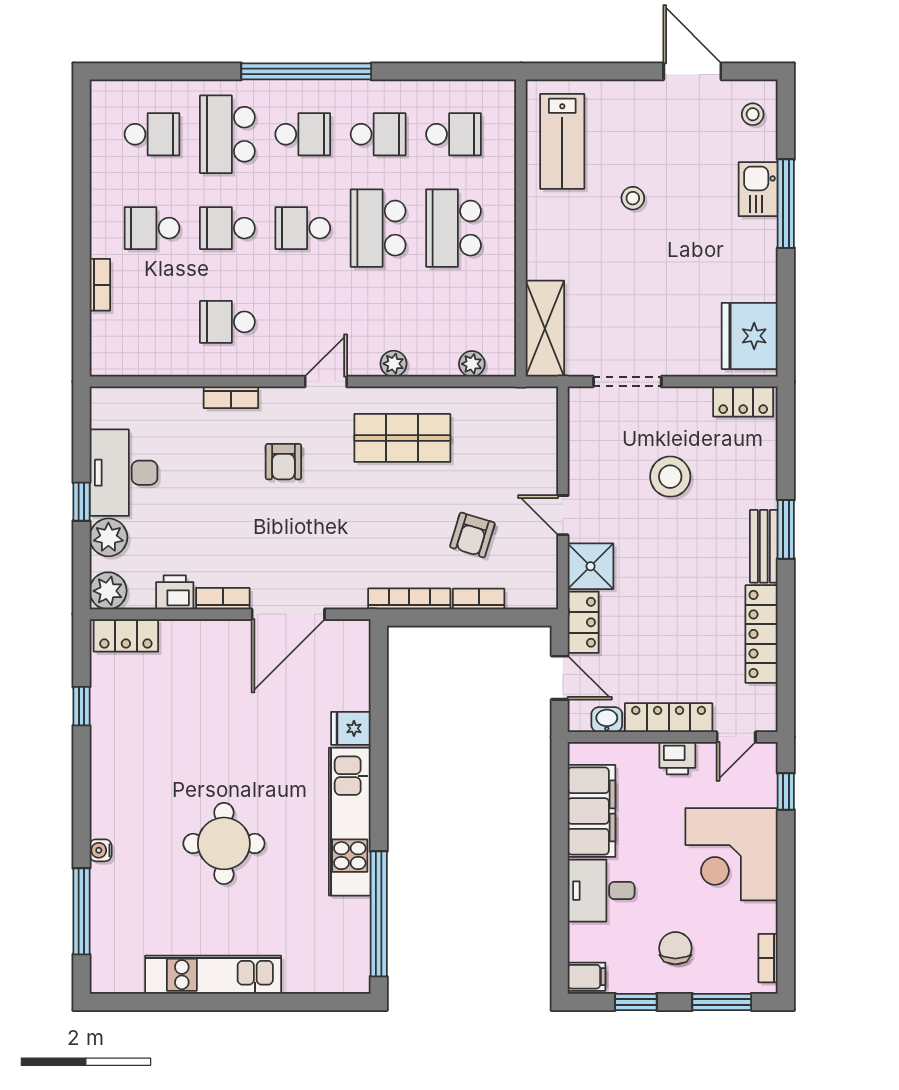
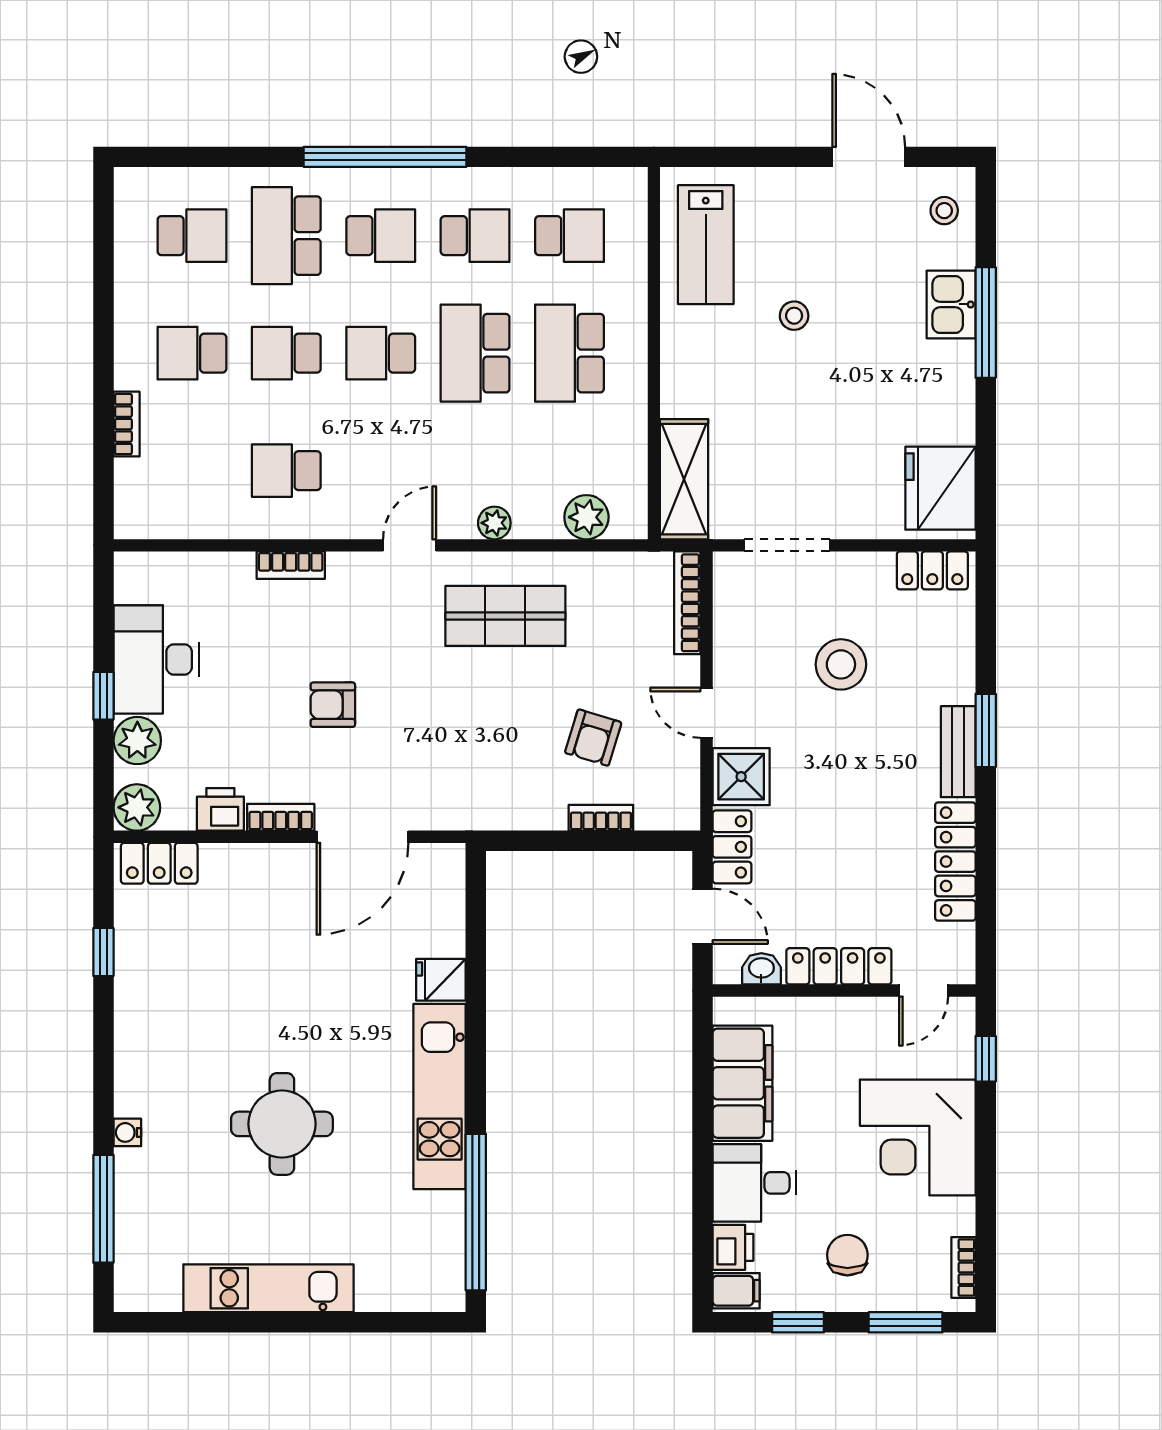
plant: (472, 364) -> (586, 517), width x1.38, depth x1.38
armchair: (283, 462) -> (333, 705), moved, turned 90
bookcase: (409, 599) -> (687, 603), moved, turned -90
printer: (677, 758) -> (733, 1247), moved, turned -90

